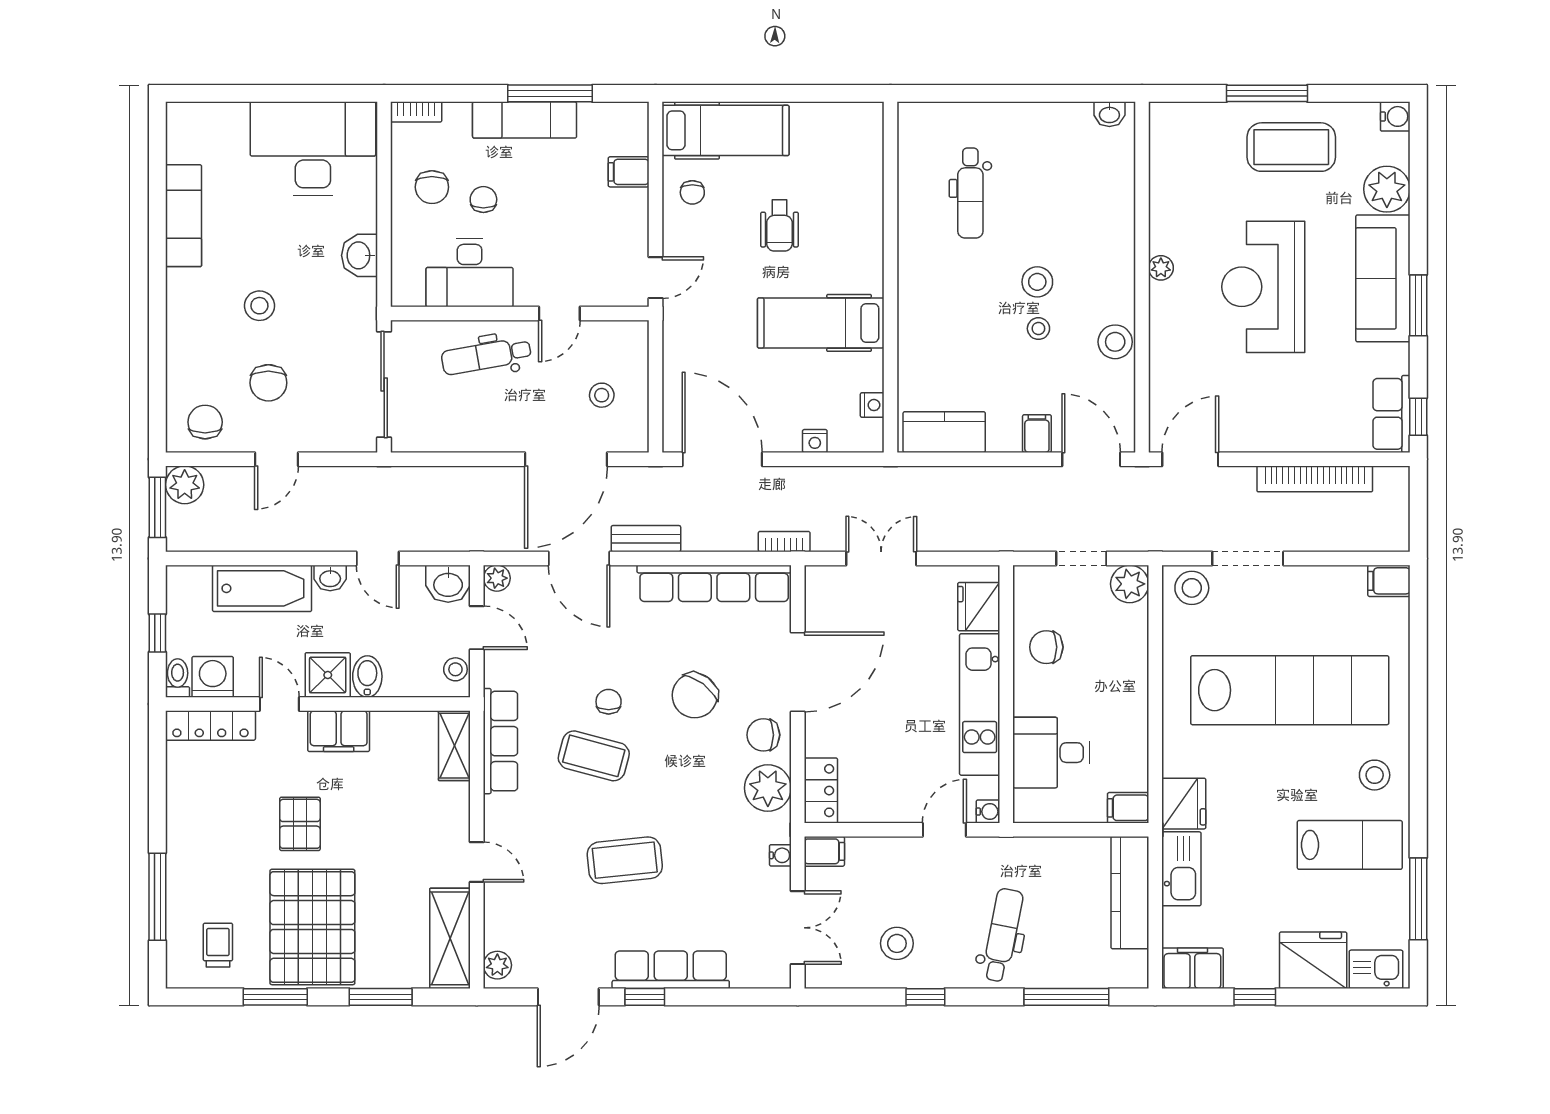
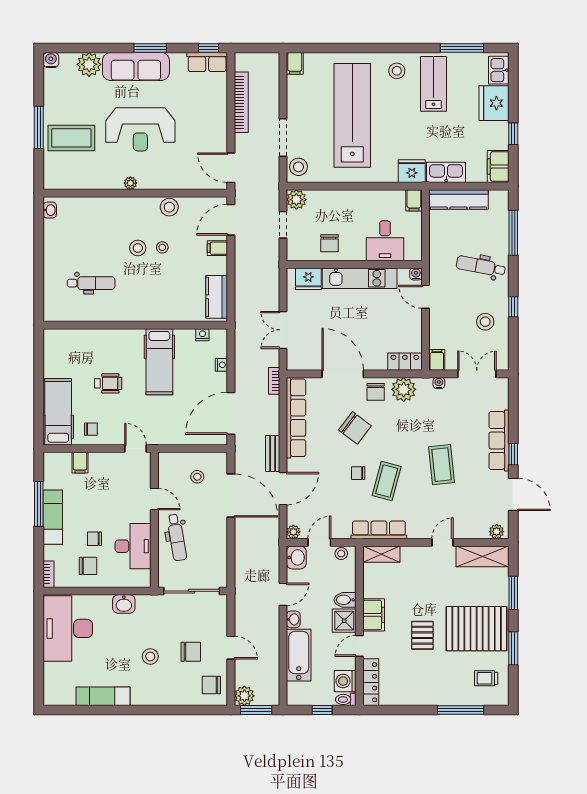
coffee table: (1291, 147) -> (71, 138), moved, turned 90
pallet: (300, 824) -> (422, 635), turned 90

